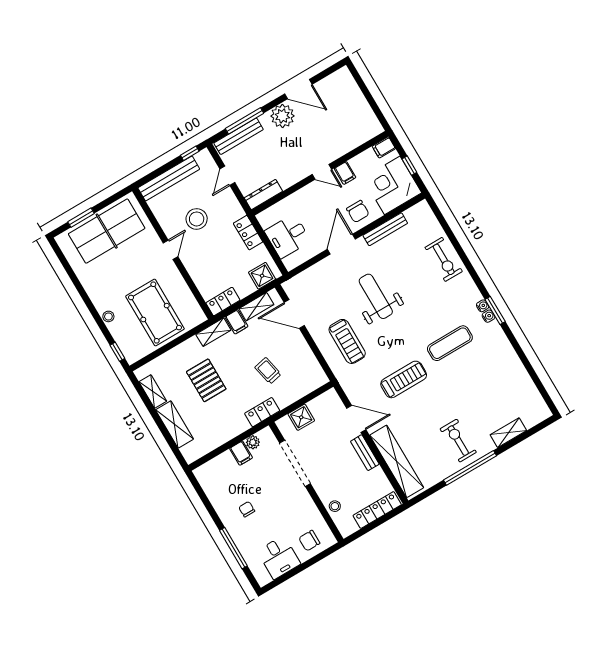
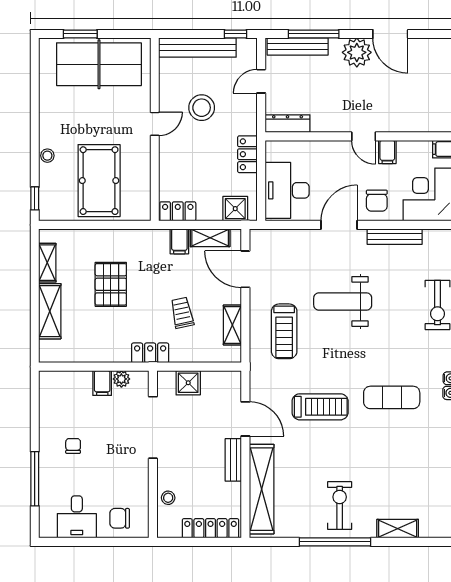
desk: (288, 236) -> (287, 190), width x1.37
weight bench: (376, 296) -> (343, 301), turned -90
shelving: (213, 332) -> (232, 325), moved, turned 90

